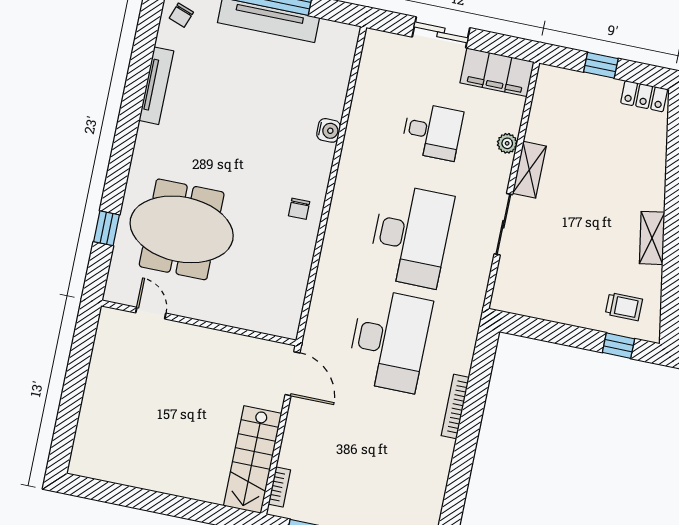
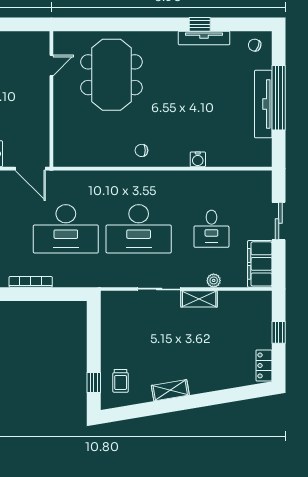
window: (106, 228) -> (200, 24), moved
door: (292, 374) -> (30, 169), hinge flipped

